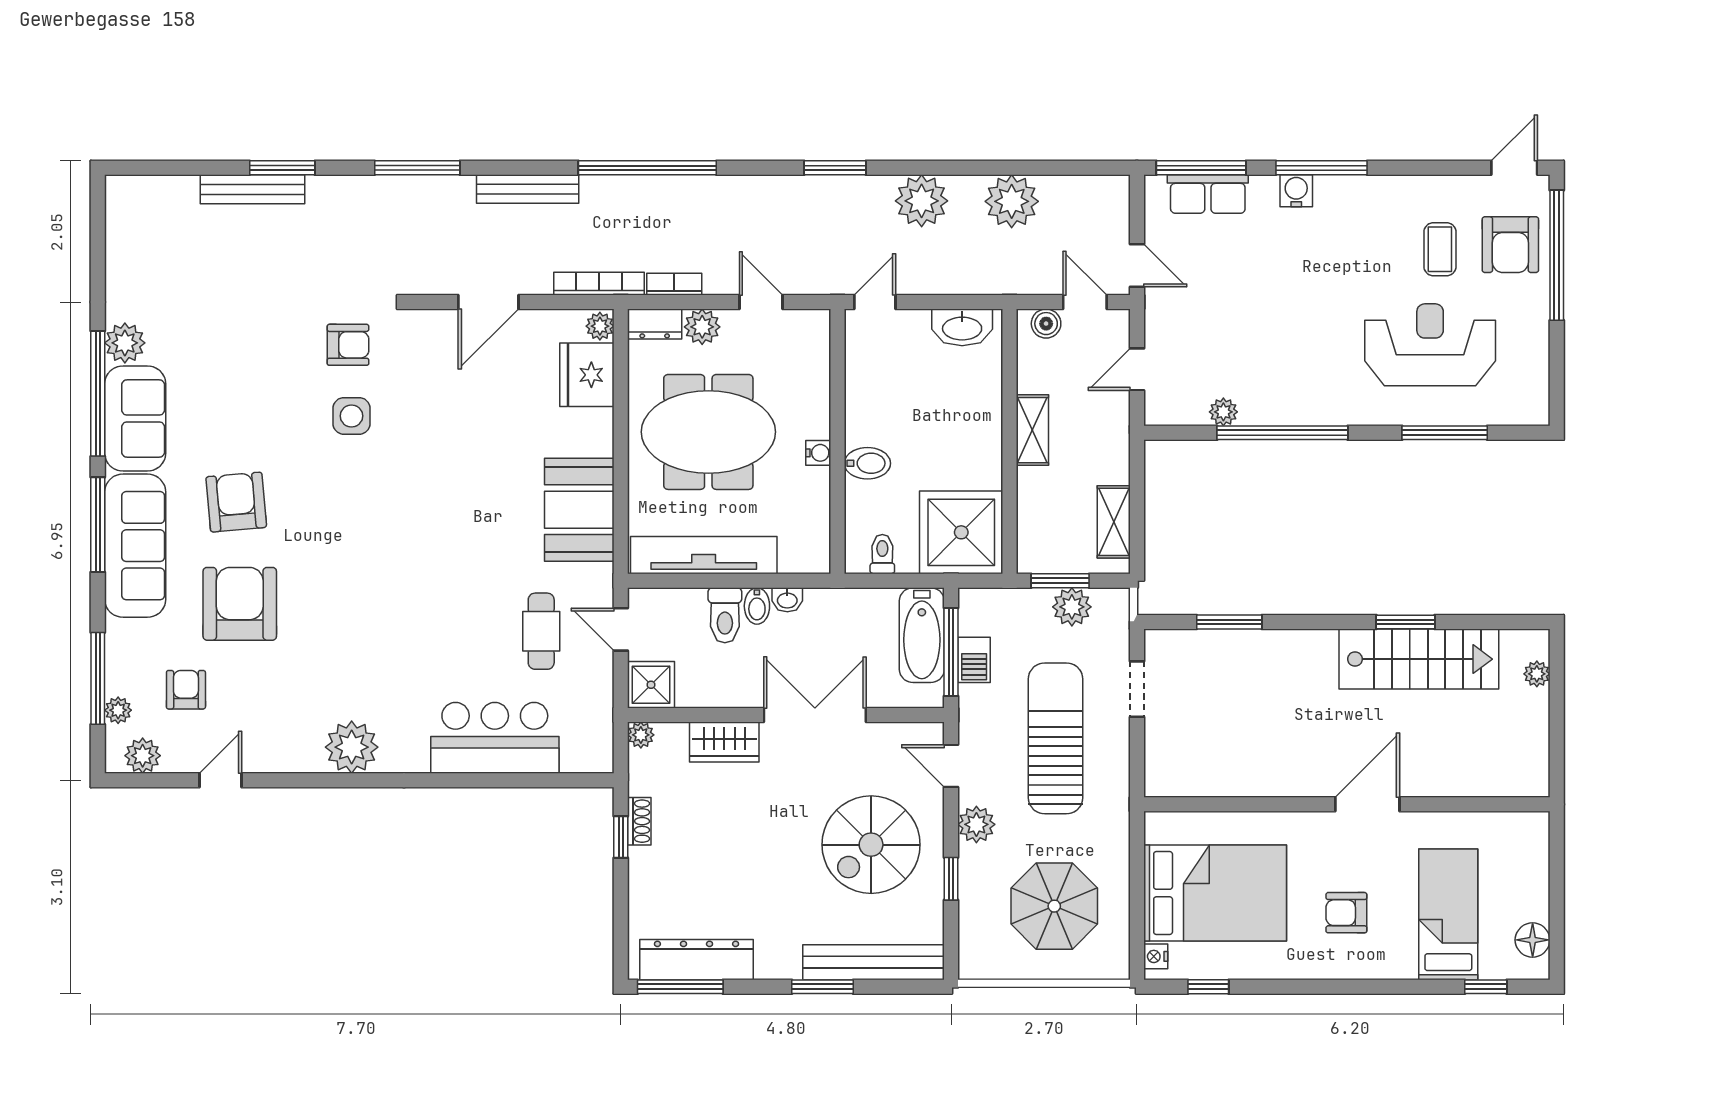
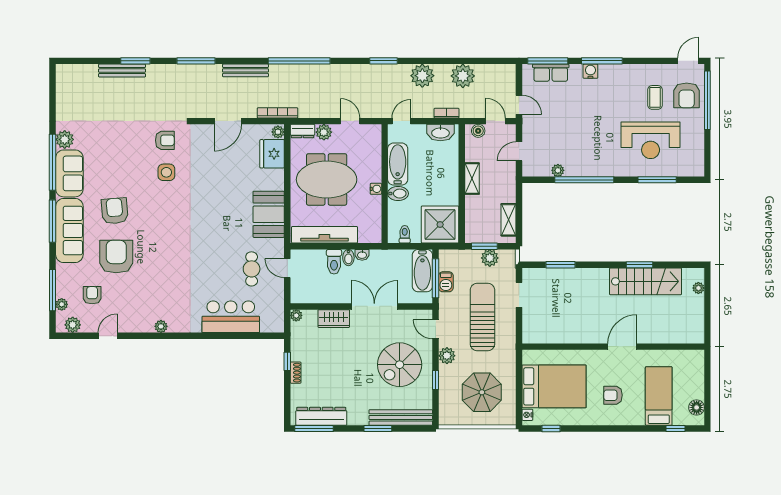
bookcase: (674, 284) -> (446, 113), moved
reception desk: (1430, 345) -> (651, 140), turned 180
bathtub: (867, 398) -> (398, 164), added
shower: (651, 685) -> (301, 293), removed
plant: (352, 747) -> (161, 326), width x0.53, depth x0.53
shoe rack: (639, 821) -> (296, 373), moved

